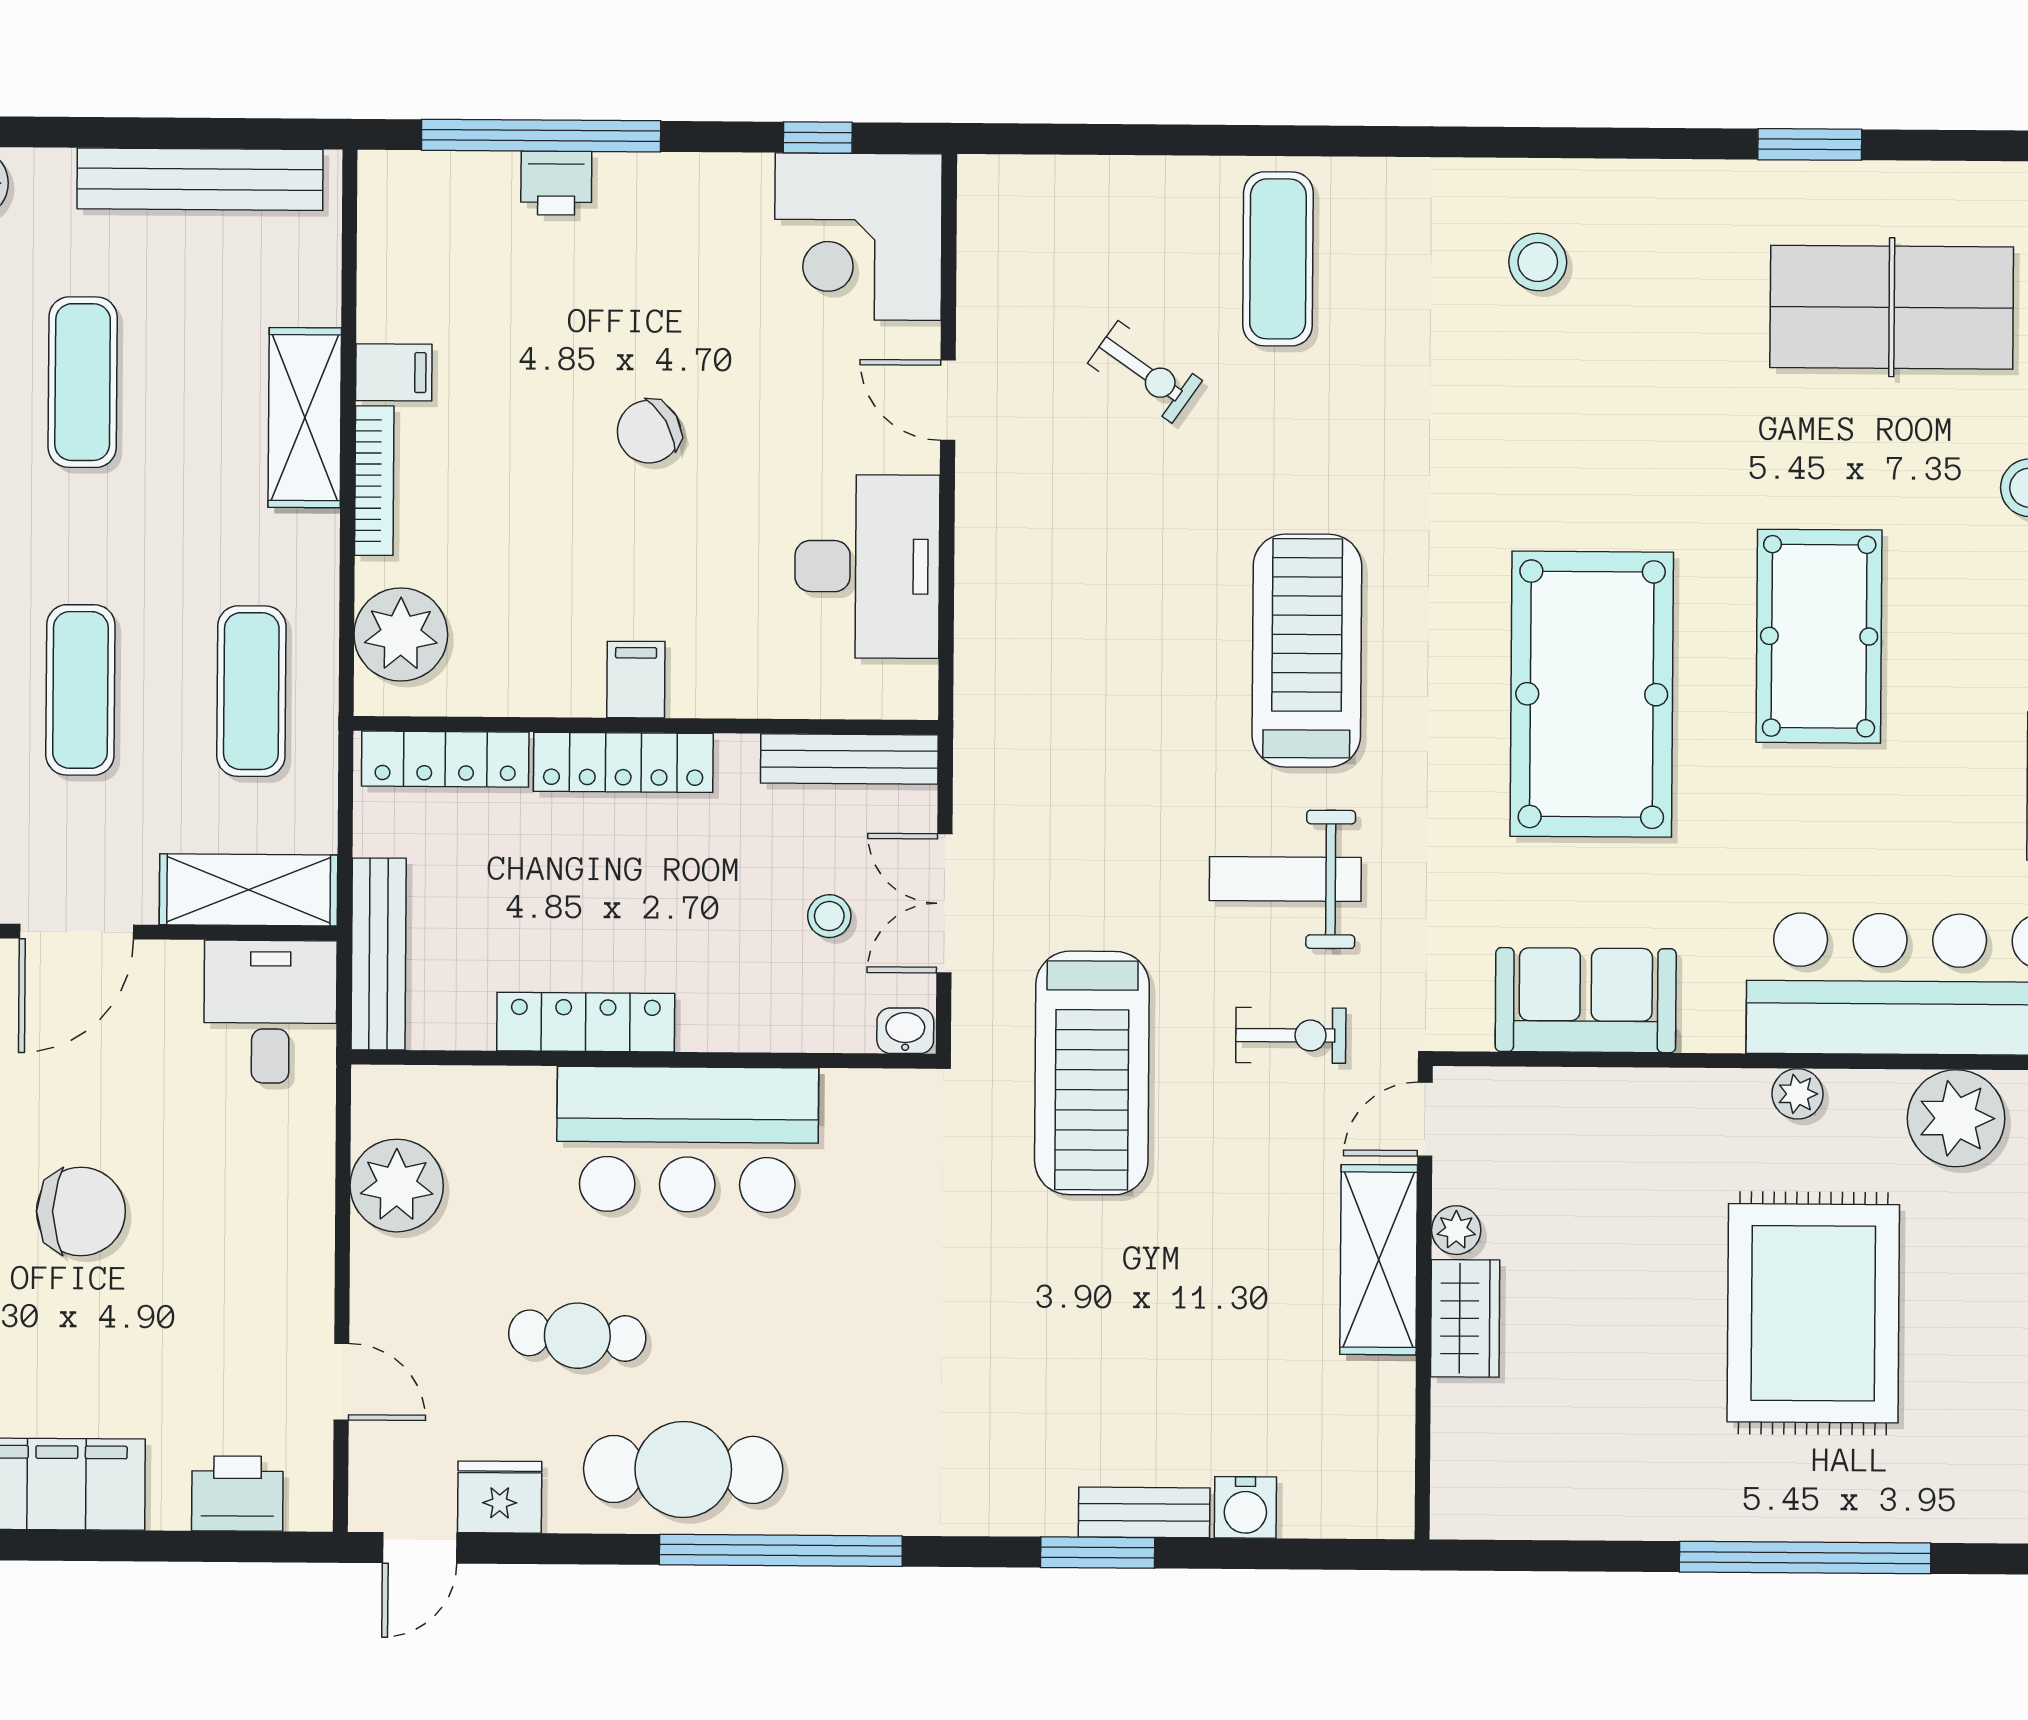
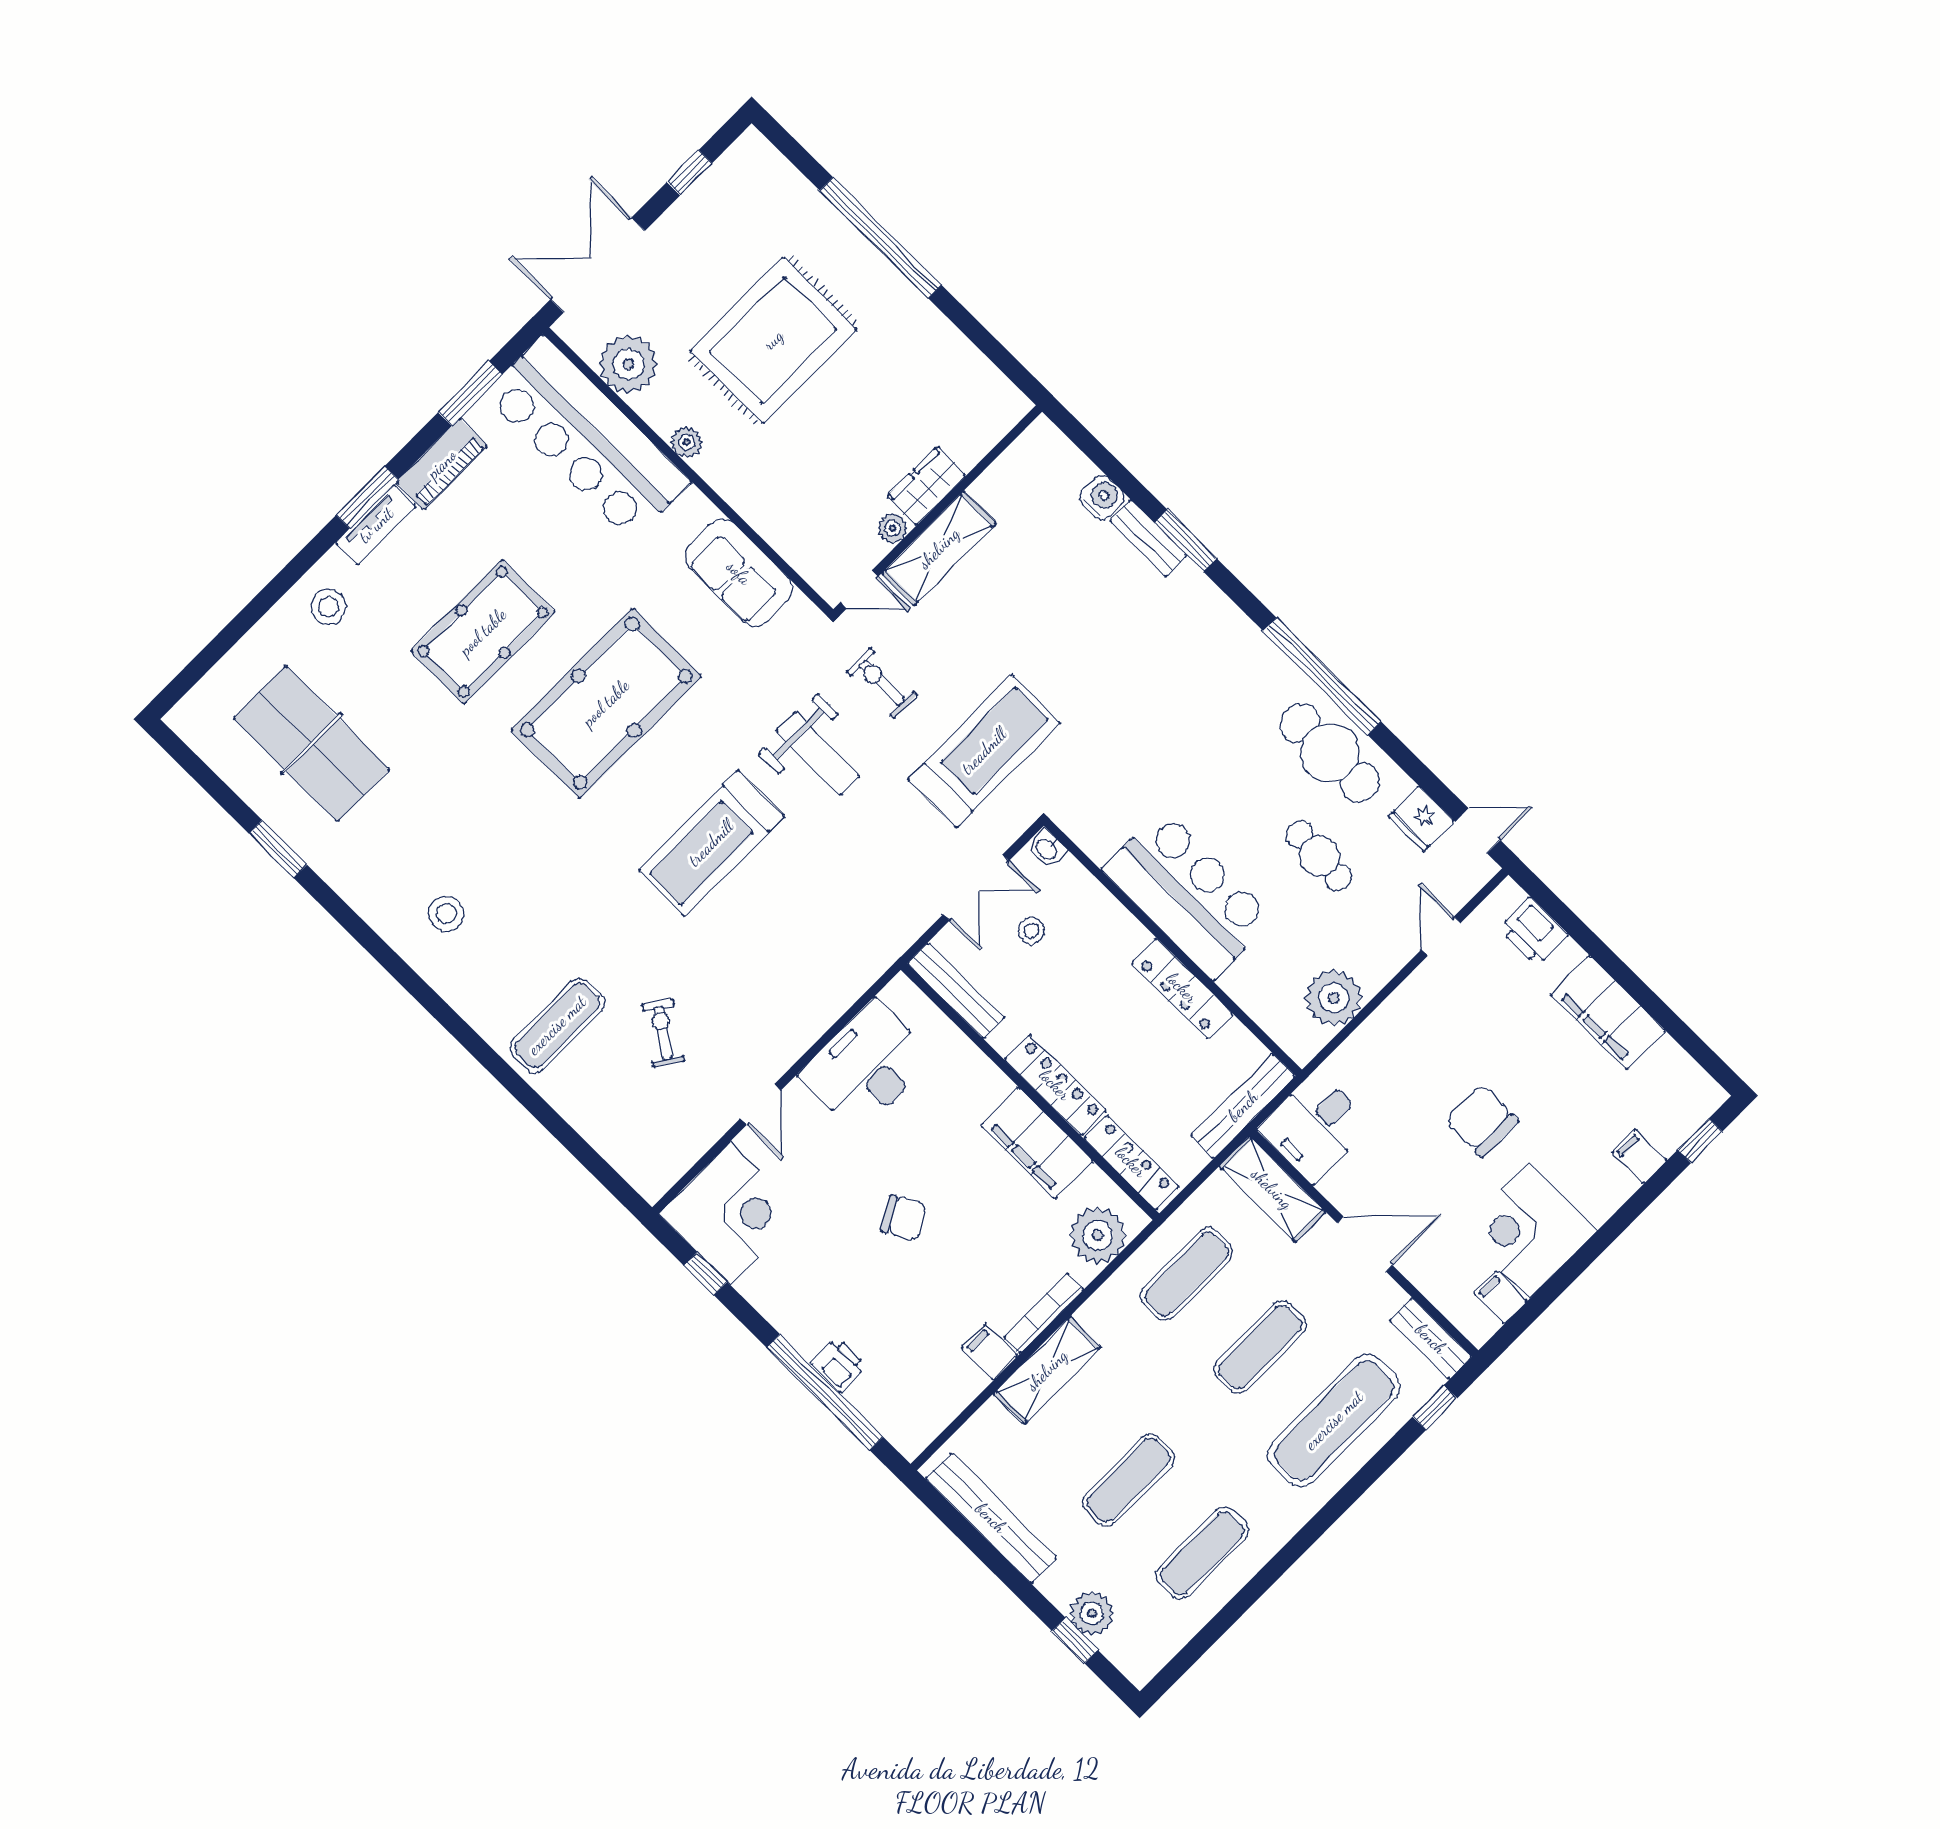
filing cabinet: (636, 680) -> (1037, 1143), width x3.00, depth x1.17

